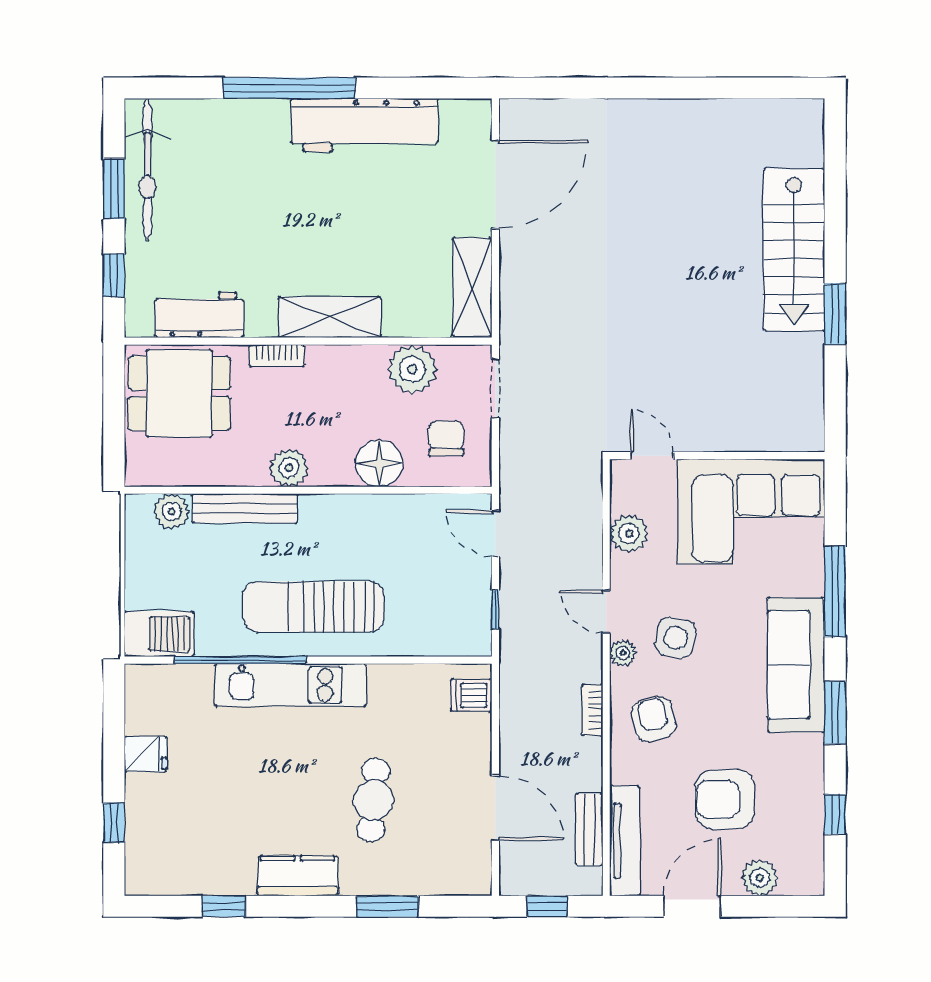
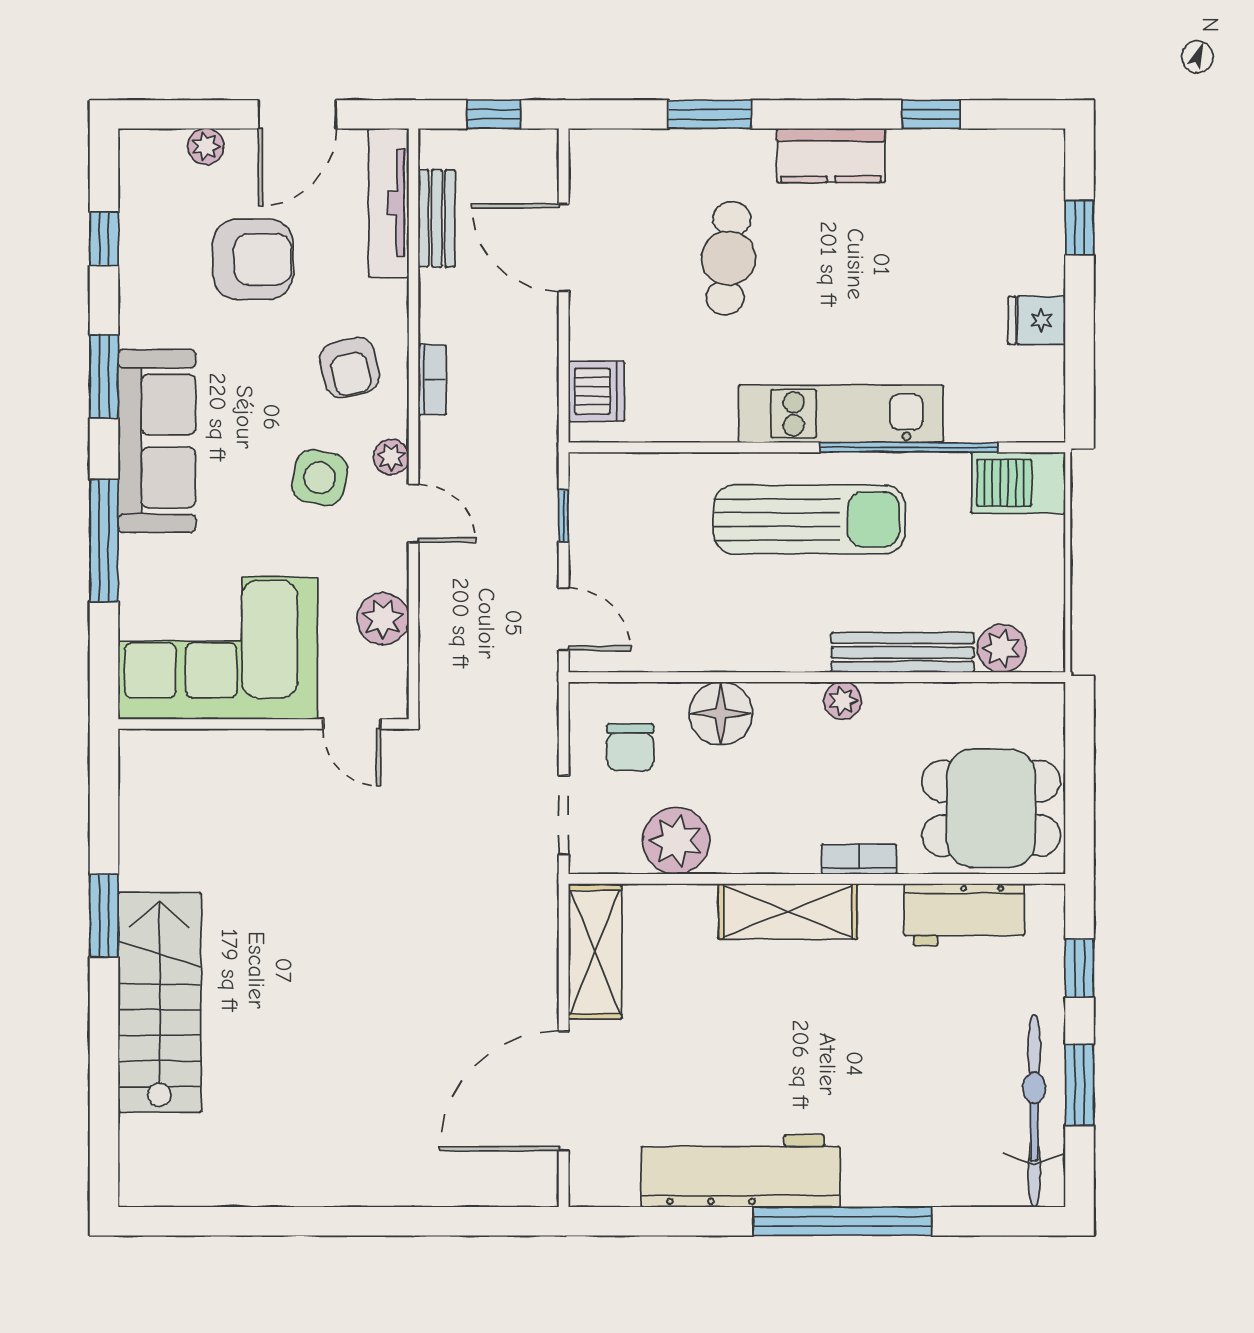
plant: (289, 468) -> (843, 701), width x0.73, depth x0.73
dishwasher: (471, 695) -> (596, 391), width x1.38
plant: (760, 878) -> (206, 146), width x0.73, depth x0.73

